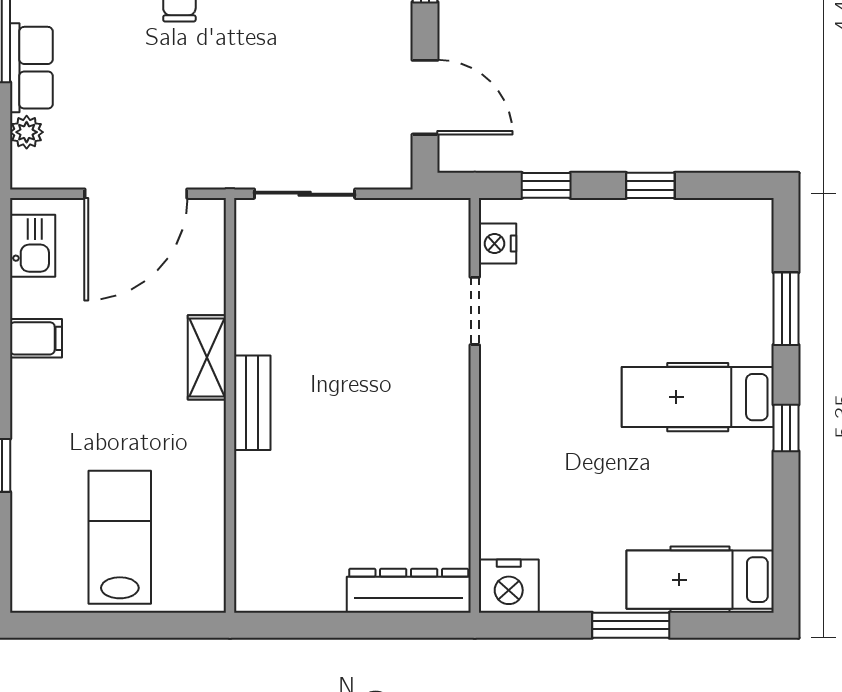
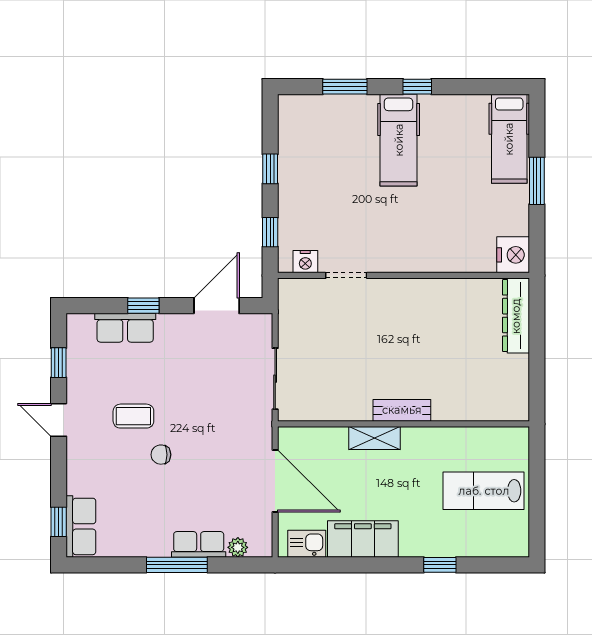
filing cabinet: (36, 338) -> (363, 539), width x3.00, depth x1.17

